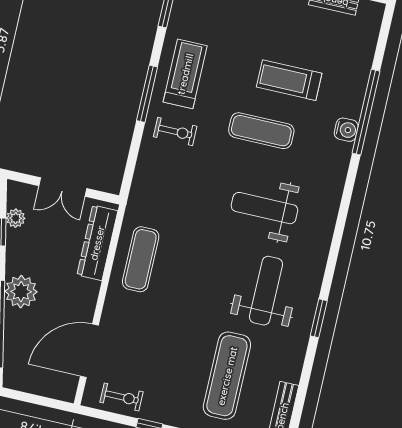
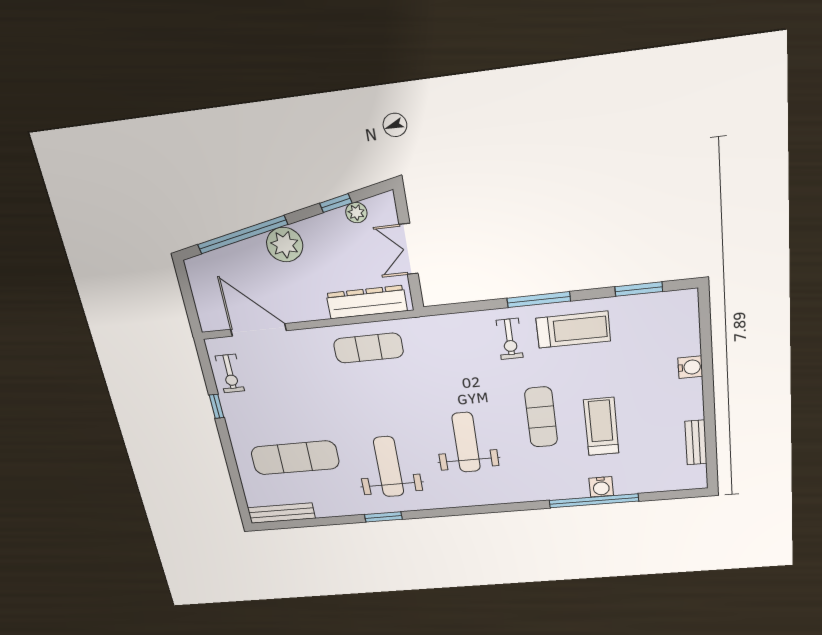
water cooler: (346, 130) -> (601, 487), moved
weight bench: (266, 291) -> (389, 467), turned -90

